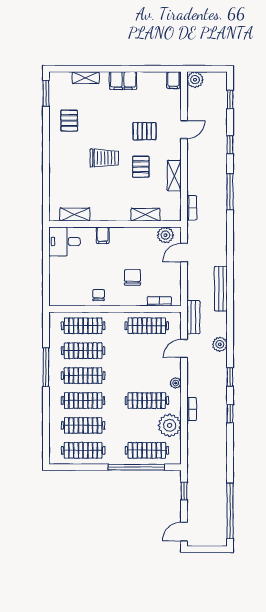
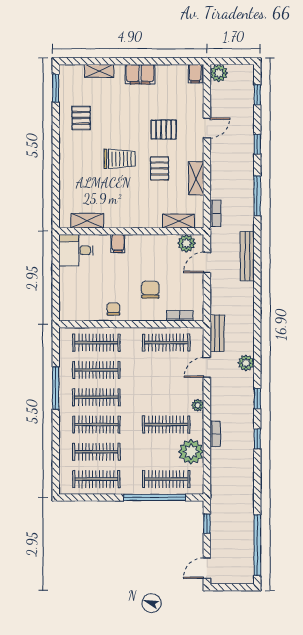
shelving: (146, 215) -> (179, 221), moved
bench: (221, 289) -> (247, 256), moved

